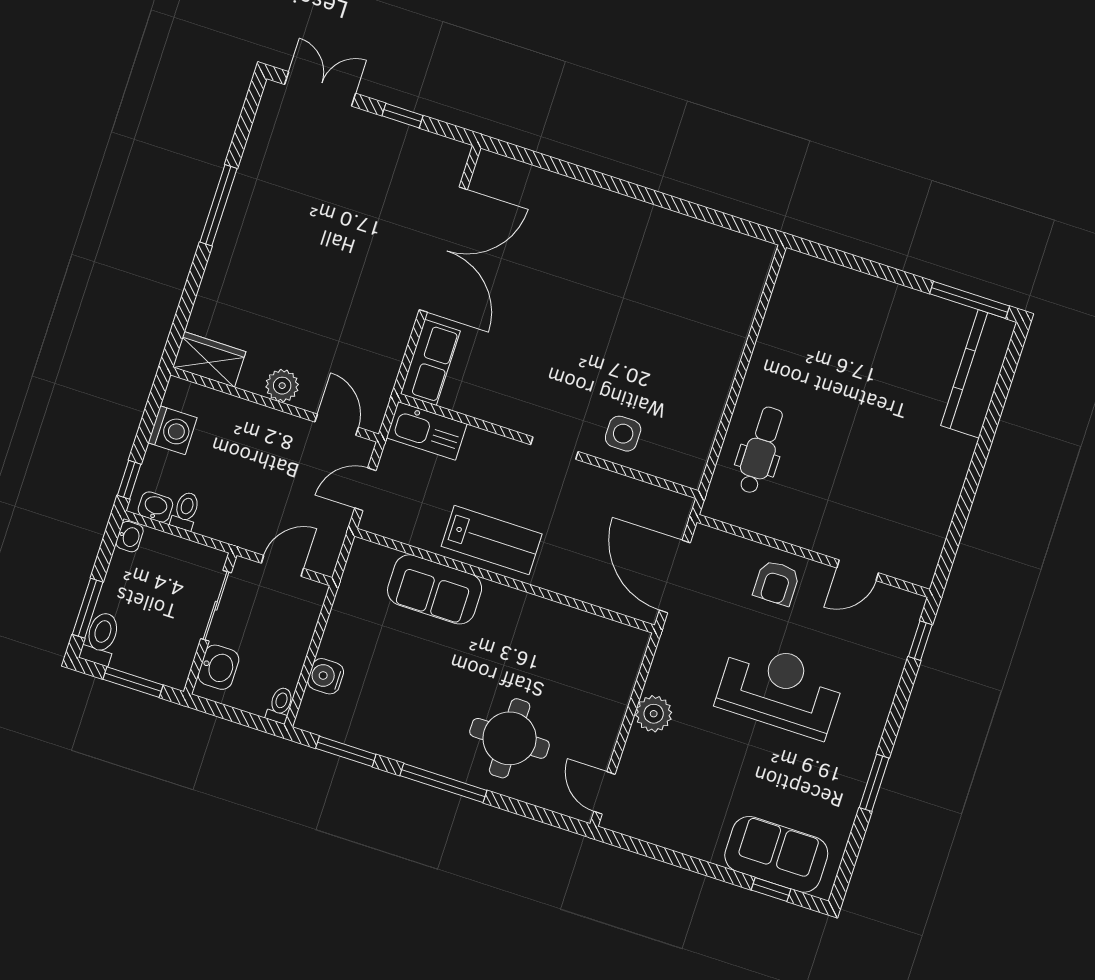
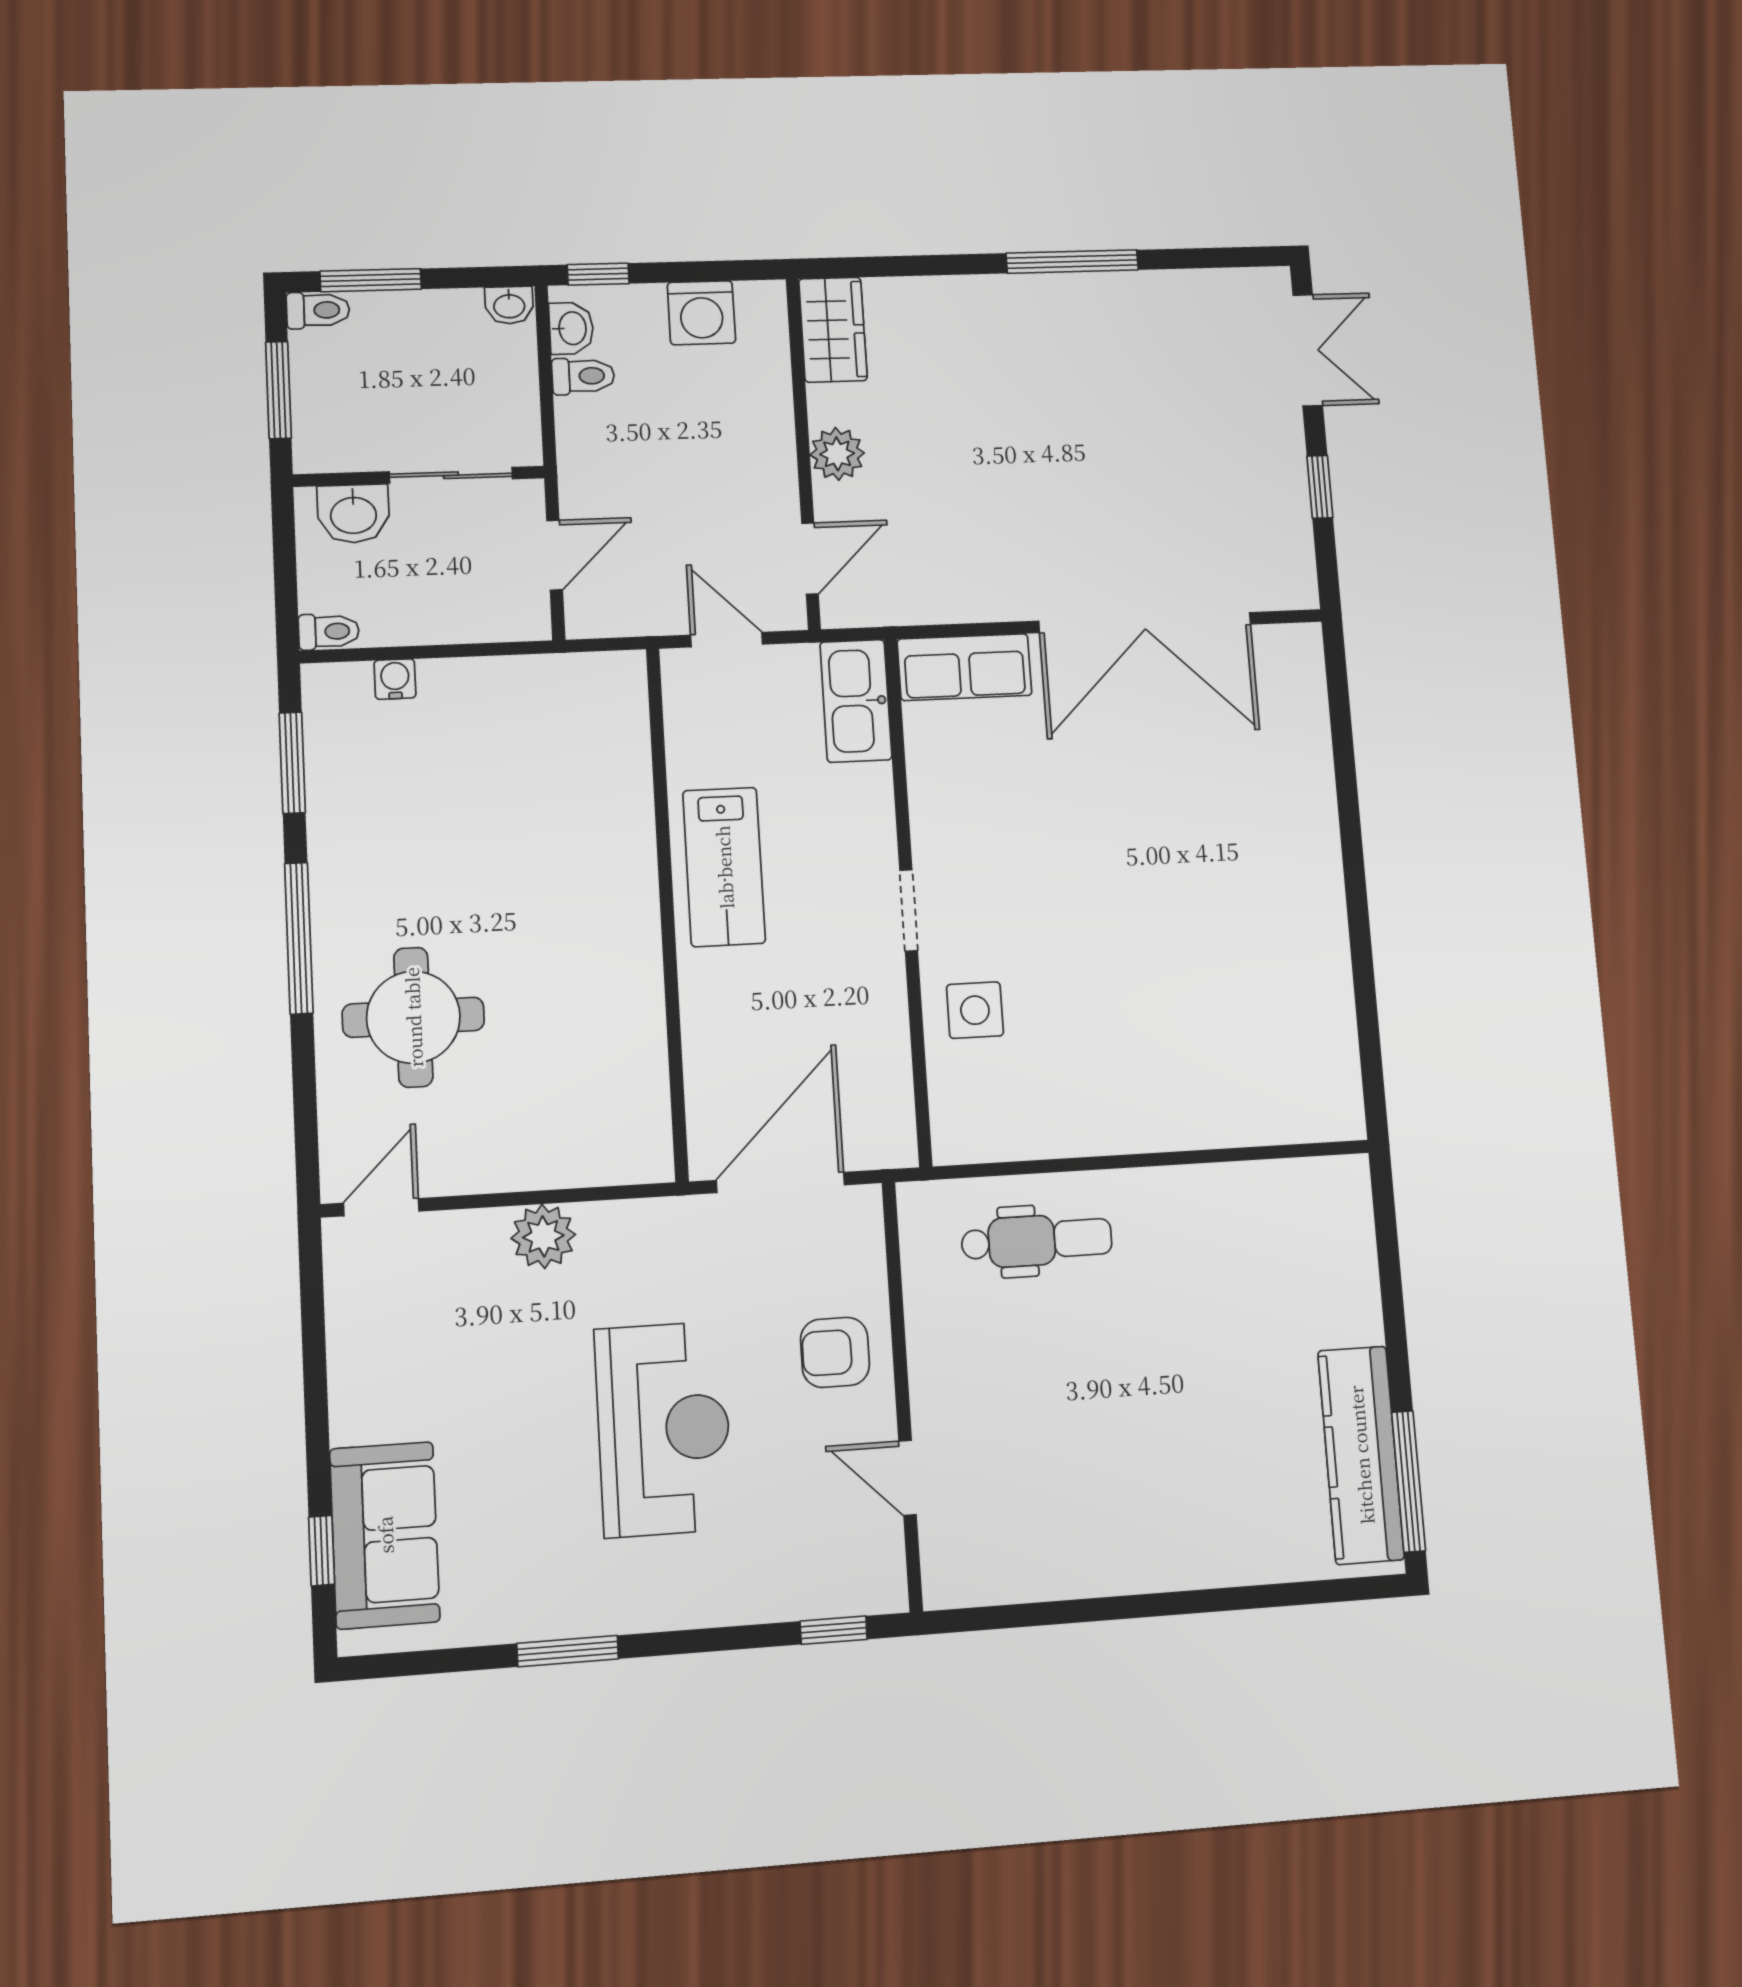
kitchen counter: (979, 374) -> (1361, 1455), moved, turned -90
door: (282, 566) -> (555, 555), hinge flipped
sofa: (435, 589) -> (610, 806), removed
toilet: (101, 638) -> (318, 310), width x0.73, depth x0.72
water cooler: (326, 676) -> (395, 679), width x0.72, depth x0.72

